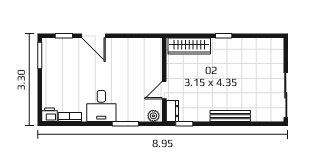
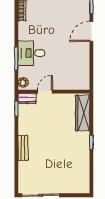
door: (164, 90) -> (45, 92), hinge flipped
desk: (101, 106) -> (31, 53), moved
bench: (230, 116) -> (23, 148), width x0.73

